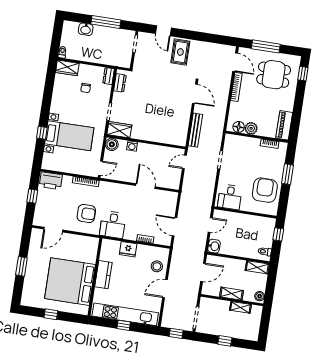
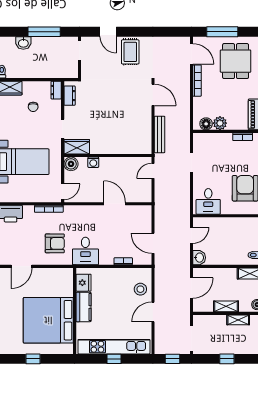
dining table: (274, 75) -> (236, 61), turned 90
fridge: (128, 249) -> (84, 283), moved, turned -90

